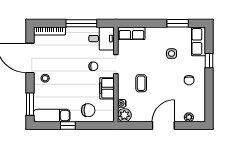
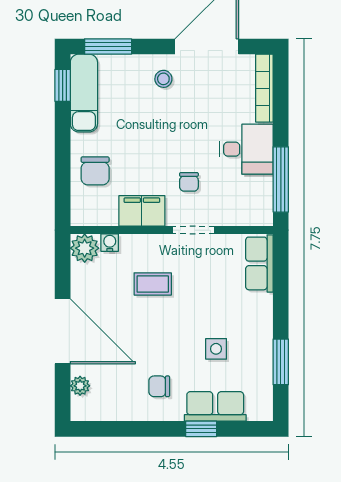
window: (81, 23) -> (281, 179), moved
desk: (102, 39) -> (246, 149), moved, turned -90
row of seats: (199, 41) -> (215, 406), moved
window: (68, 125) -> (63, 85), moved
door: (163, 125) -> (63, 331), width x1.36

